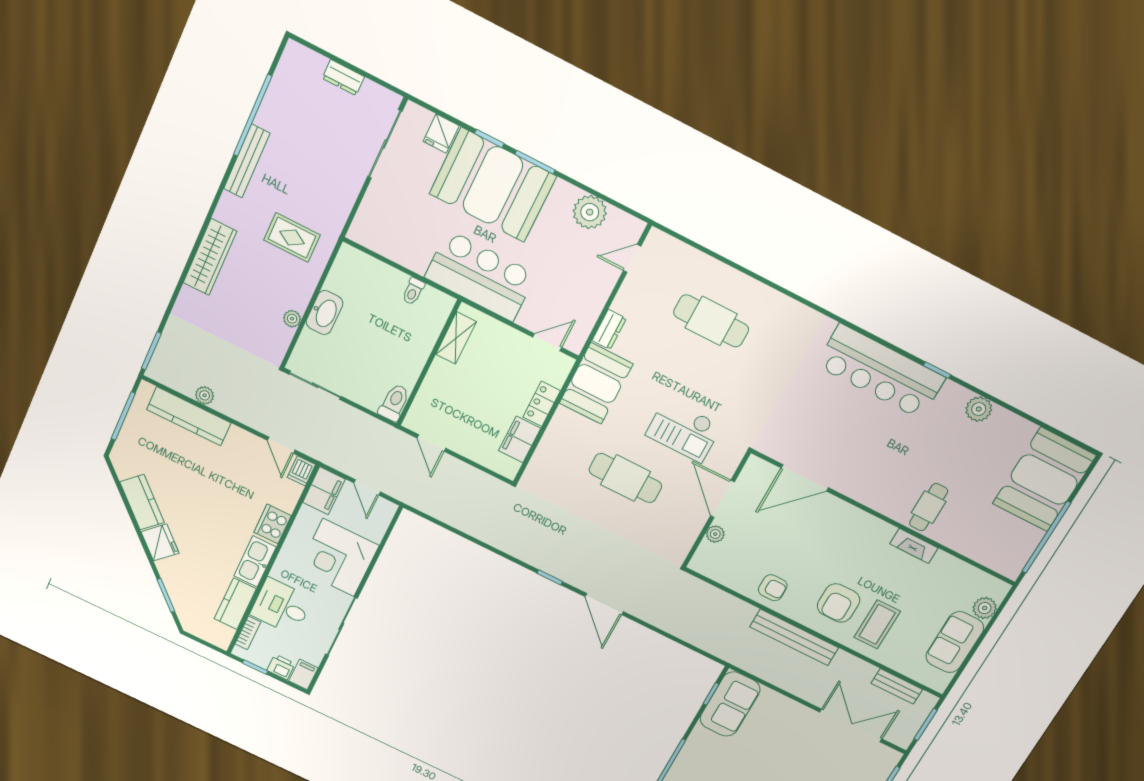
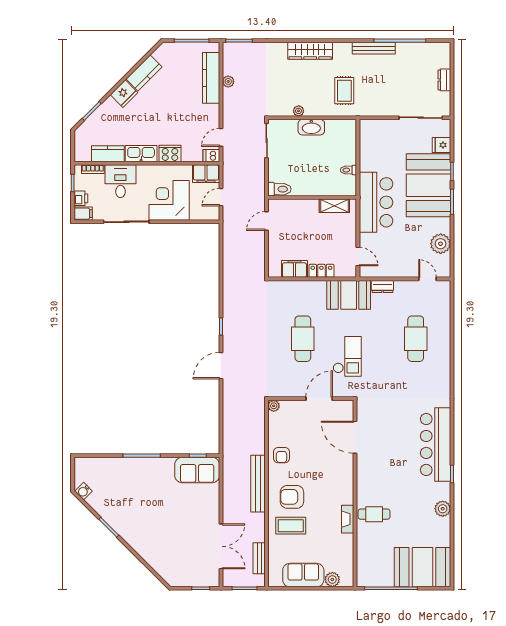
checkout: (684, 430) -> (347, 356), turned 180
plant: (715, 534) -> (274, 406), moved

